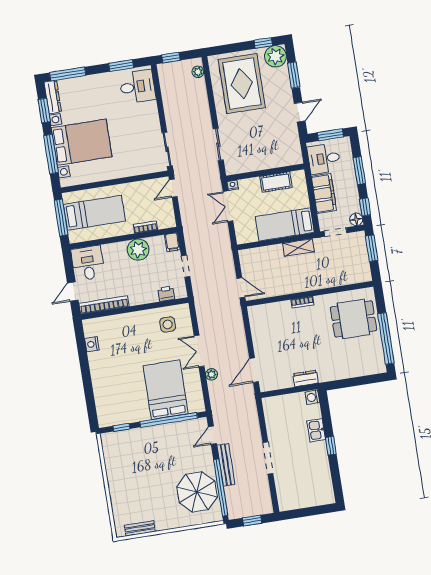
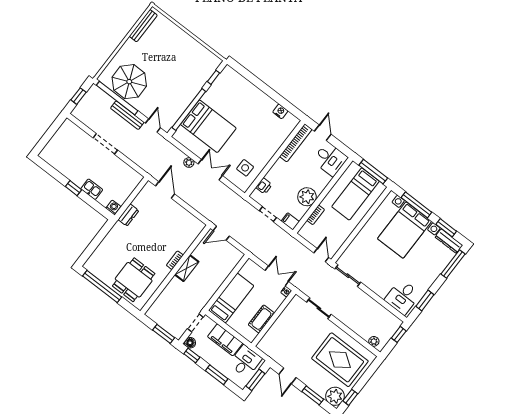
shelving: (298, 248) -> (187, 268), moved
bench: (140, 528) -> (143, 26), width x1.36

